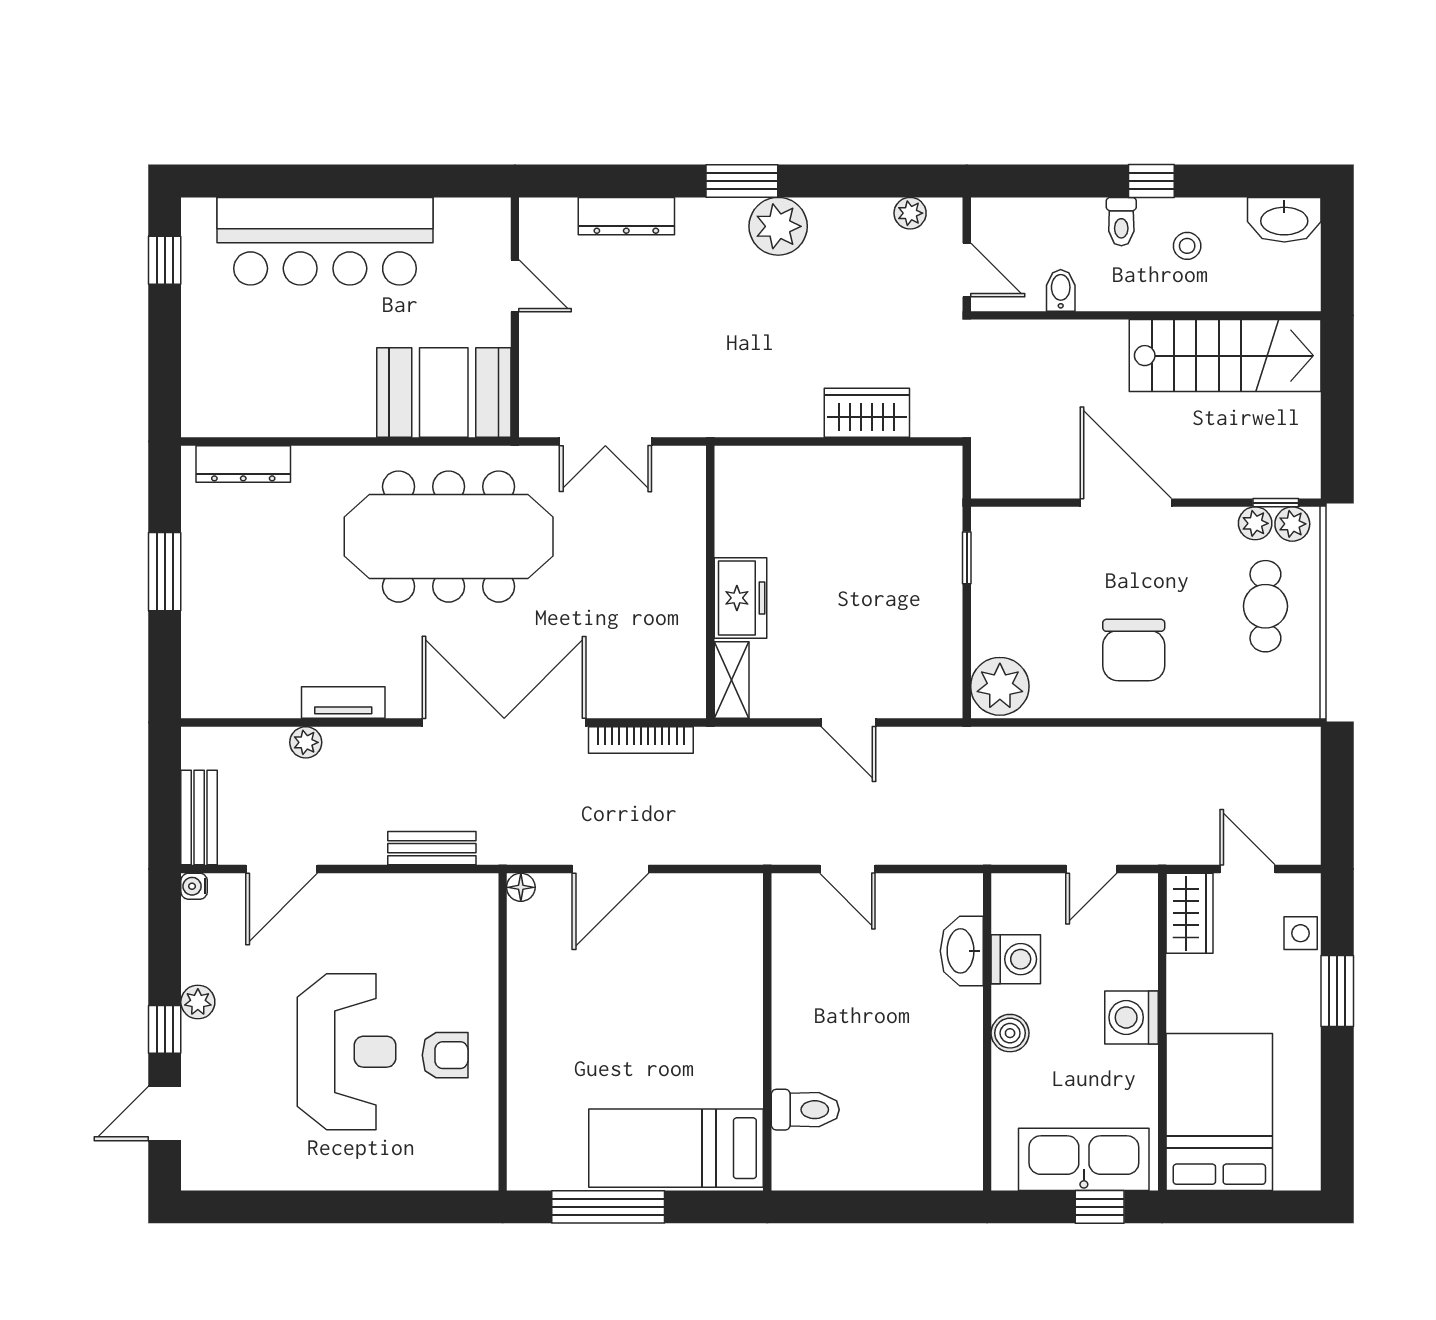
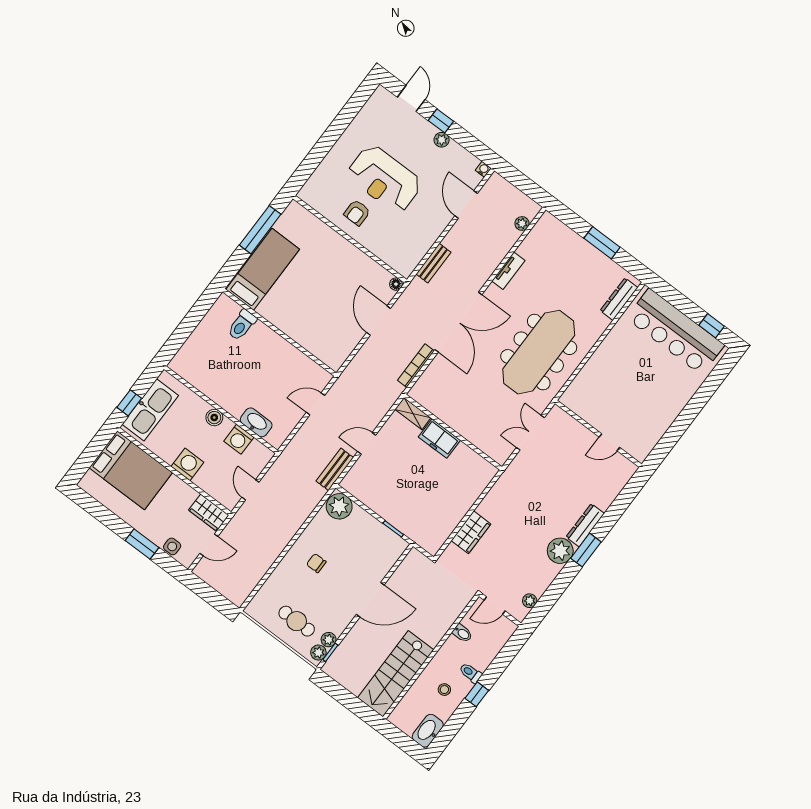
dresser: (626, 216) -> (585, 525), moved
bar counter: (325, 241) -> (675, 332), moved, turned -90
booth: (444, 393) -> (591, 389), removed
chair: (1134, 650) -> (316, 563), width x0.54, depth x0.54
plant: (306, 742) -> (522, 224), moved
bench: (199, 818) -> (335, 469), moved, turned 90

